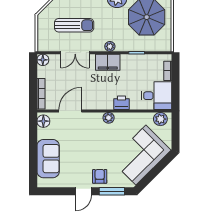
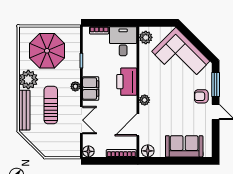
sun lounger: (74, 25) -> (51, 105), moved
printer: (121, 103) -> (127, 82), width x1.87, depth x1.48
door: (70, 111) -> (138, 125), hinge flipped
plant: (109, 118) -> (145, 100), moved

